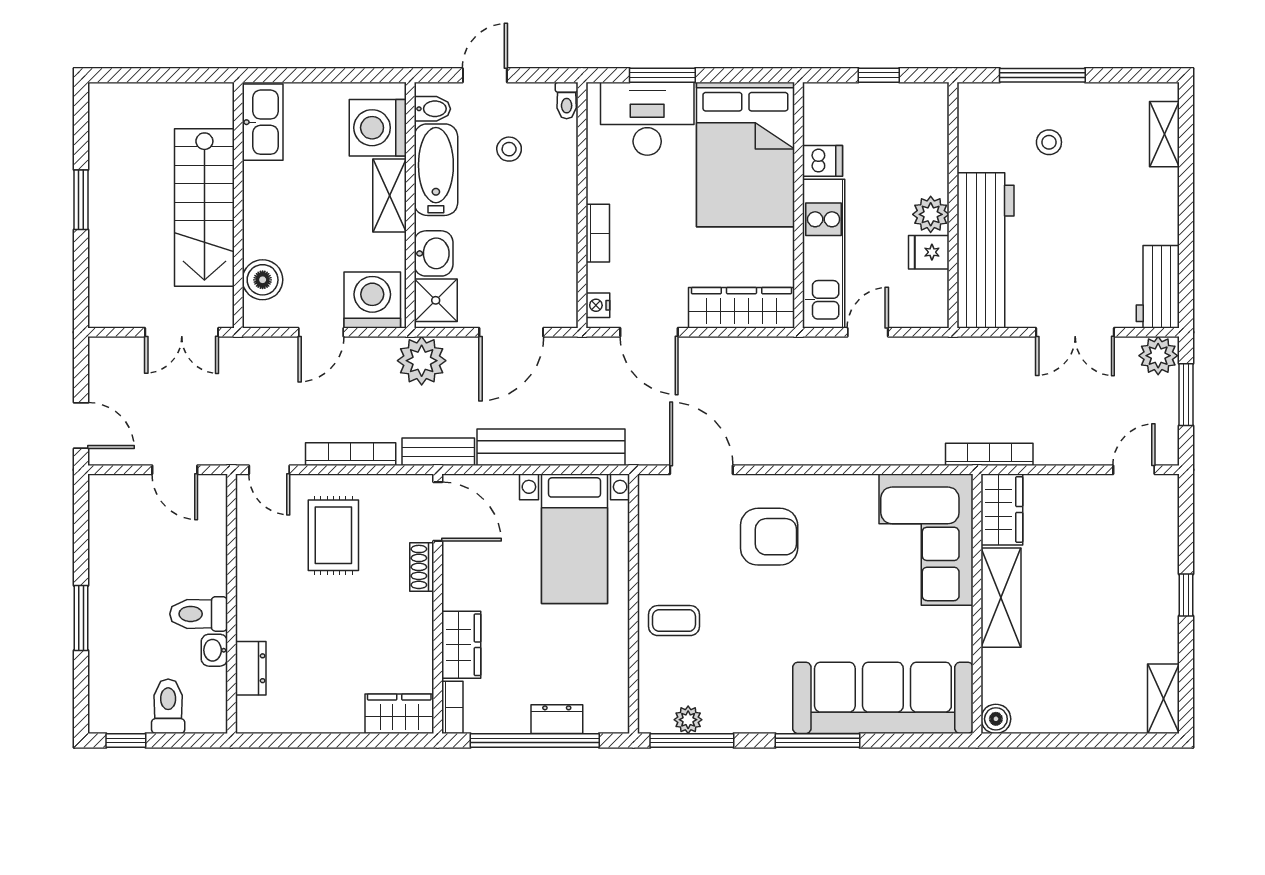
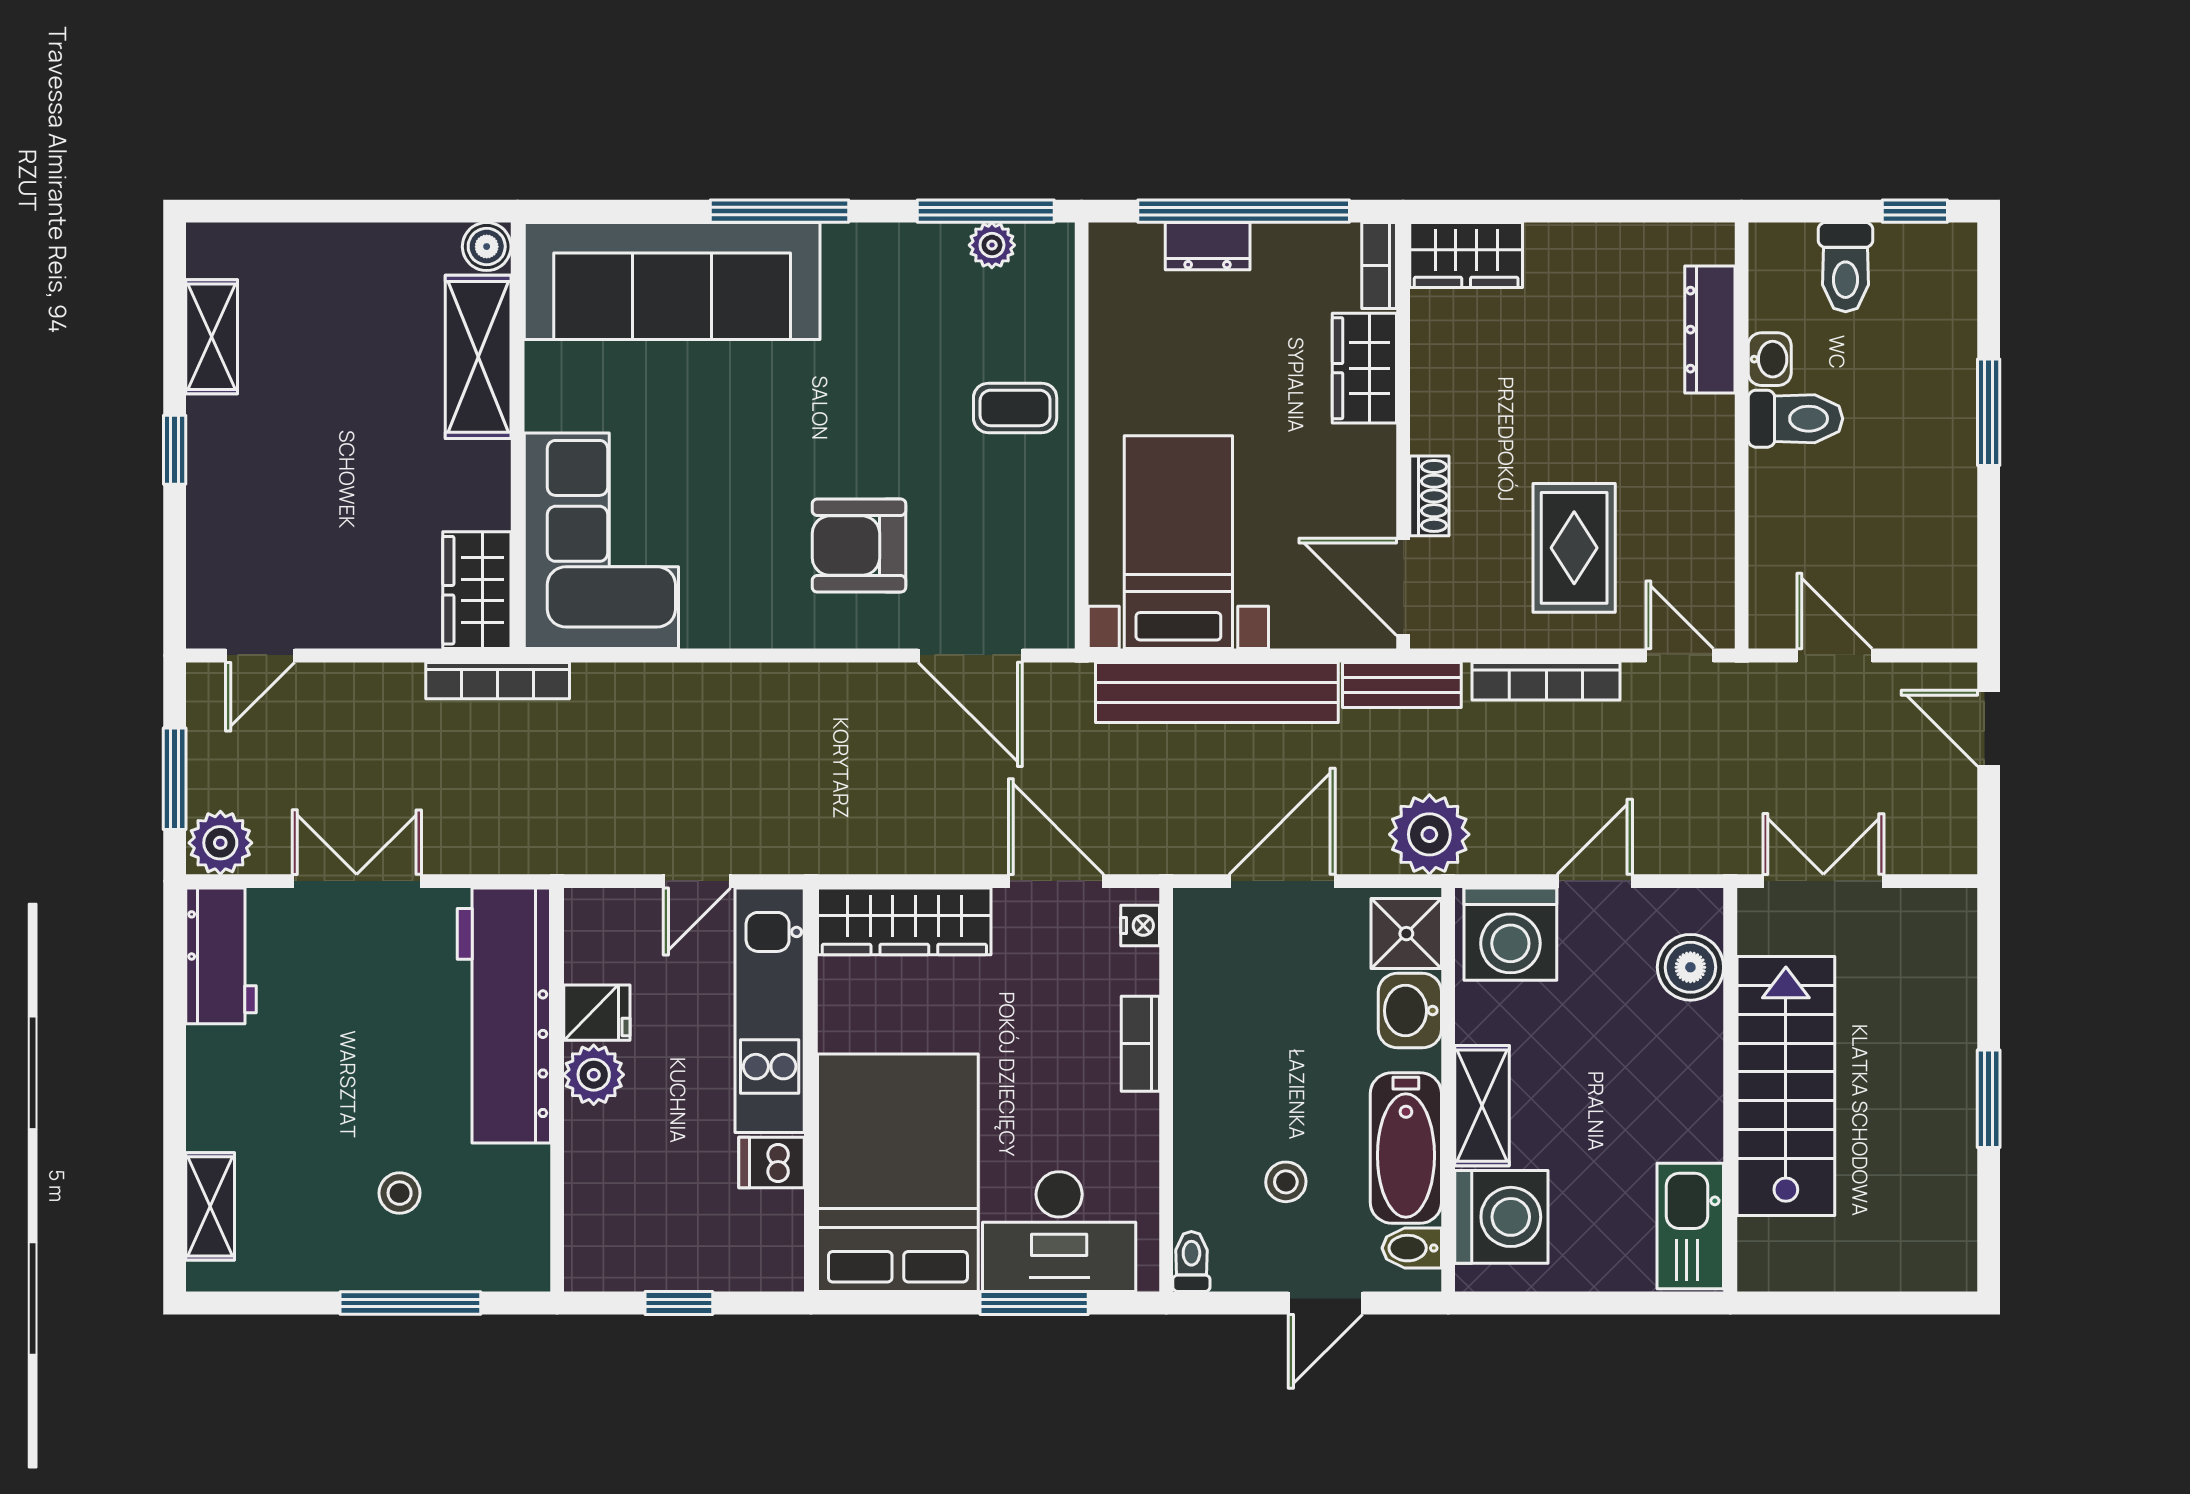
shelving: (1001, 598) -> (478, 357), moved
dresser: (251, 668) -> (1710, 330), width x1.44
shelving: (1163, 699) -> (212, 337), moved

